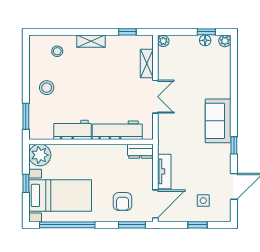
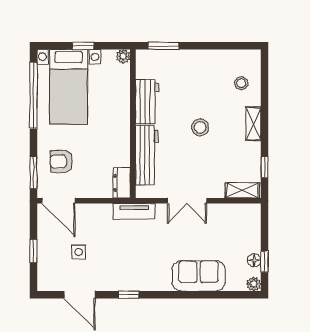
plant: (163, 41) -> (253, 210), removed
shelving: (147, 63) -> (242, 190), moved
stool: (47, 88) -> (200, 127), moved
sofa: (218, 121) -> (199, 276), moved
plant: (40, 155) -> (123, 56), width x0.53, depth x0.53
tv unit: (164, 171) -> (134, 211), moved
side table: (203, 201) -> (79, 252), moved

